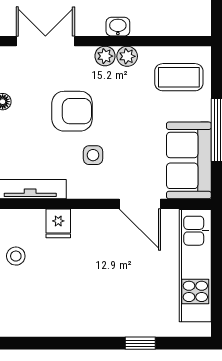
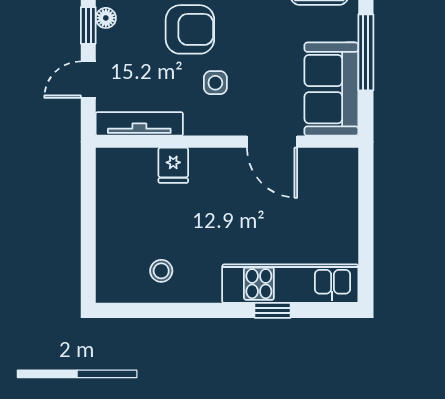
stool: (16, 256) -> (161, 271), moved
kitchen unit: (195, 266) -> (290, 284), moved, turned 90

